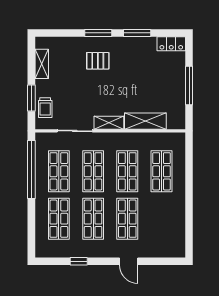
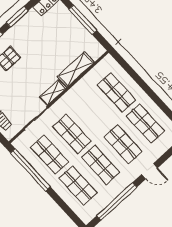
shop shelf: (127, 171) -> (145, 123), moved
window: (79, 261) -> (117, 201), width x3.17

